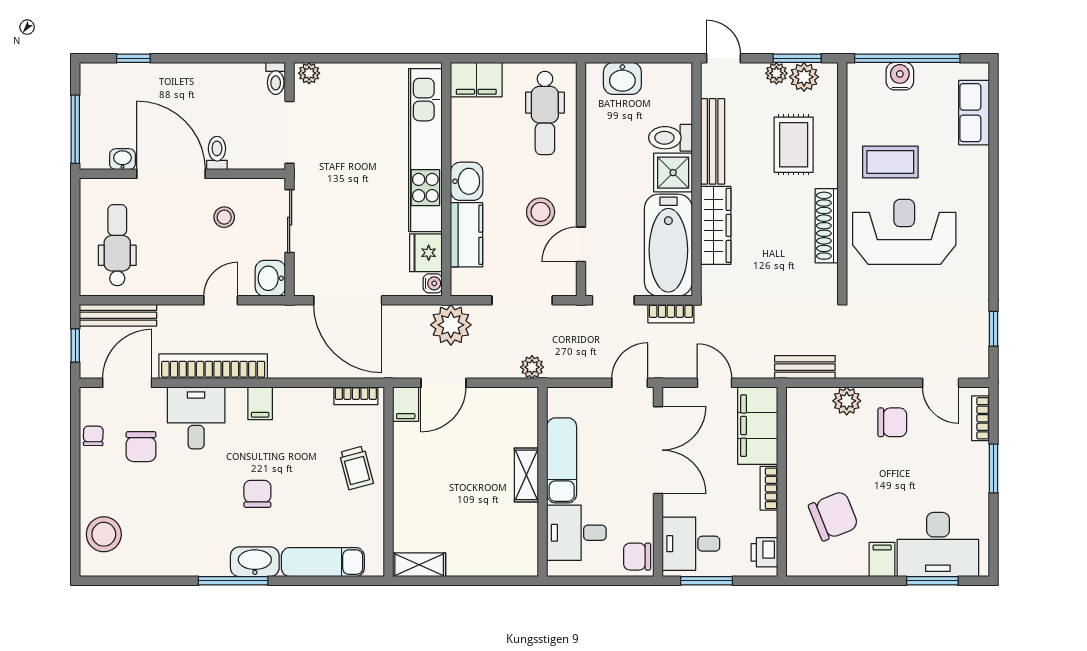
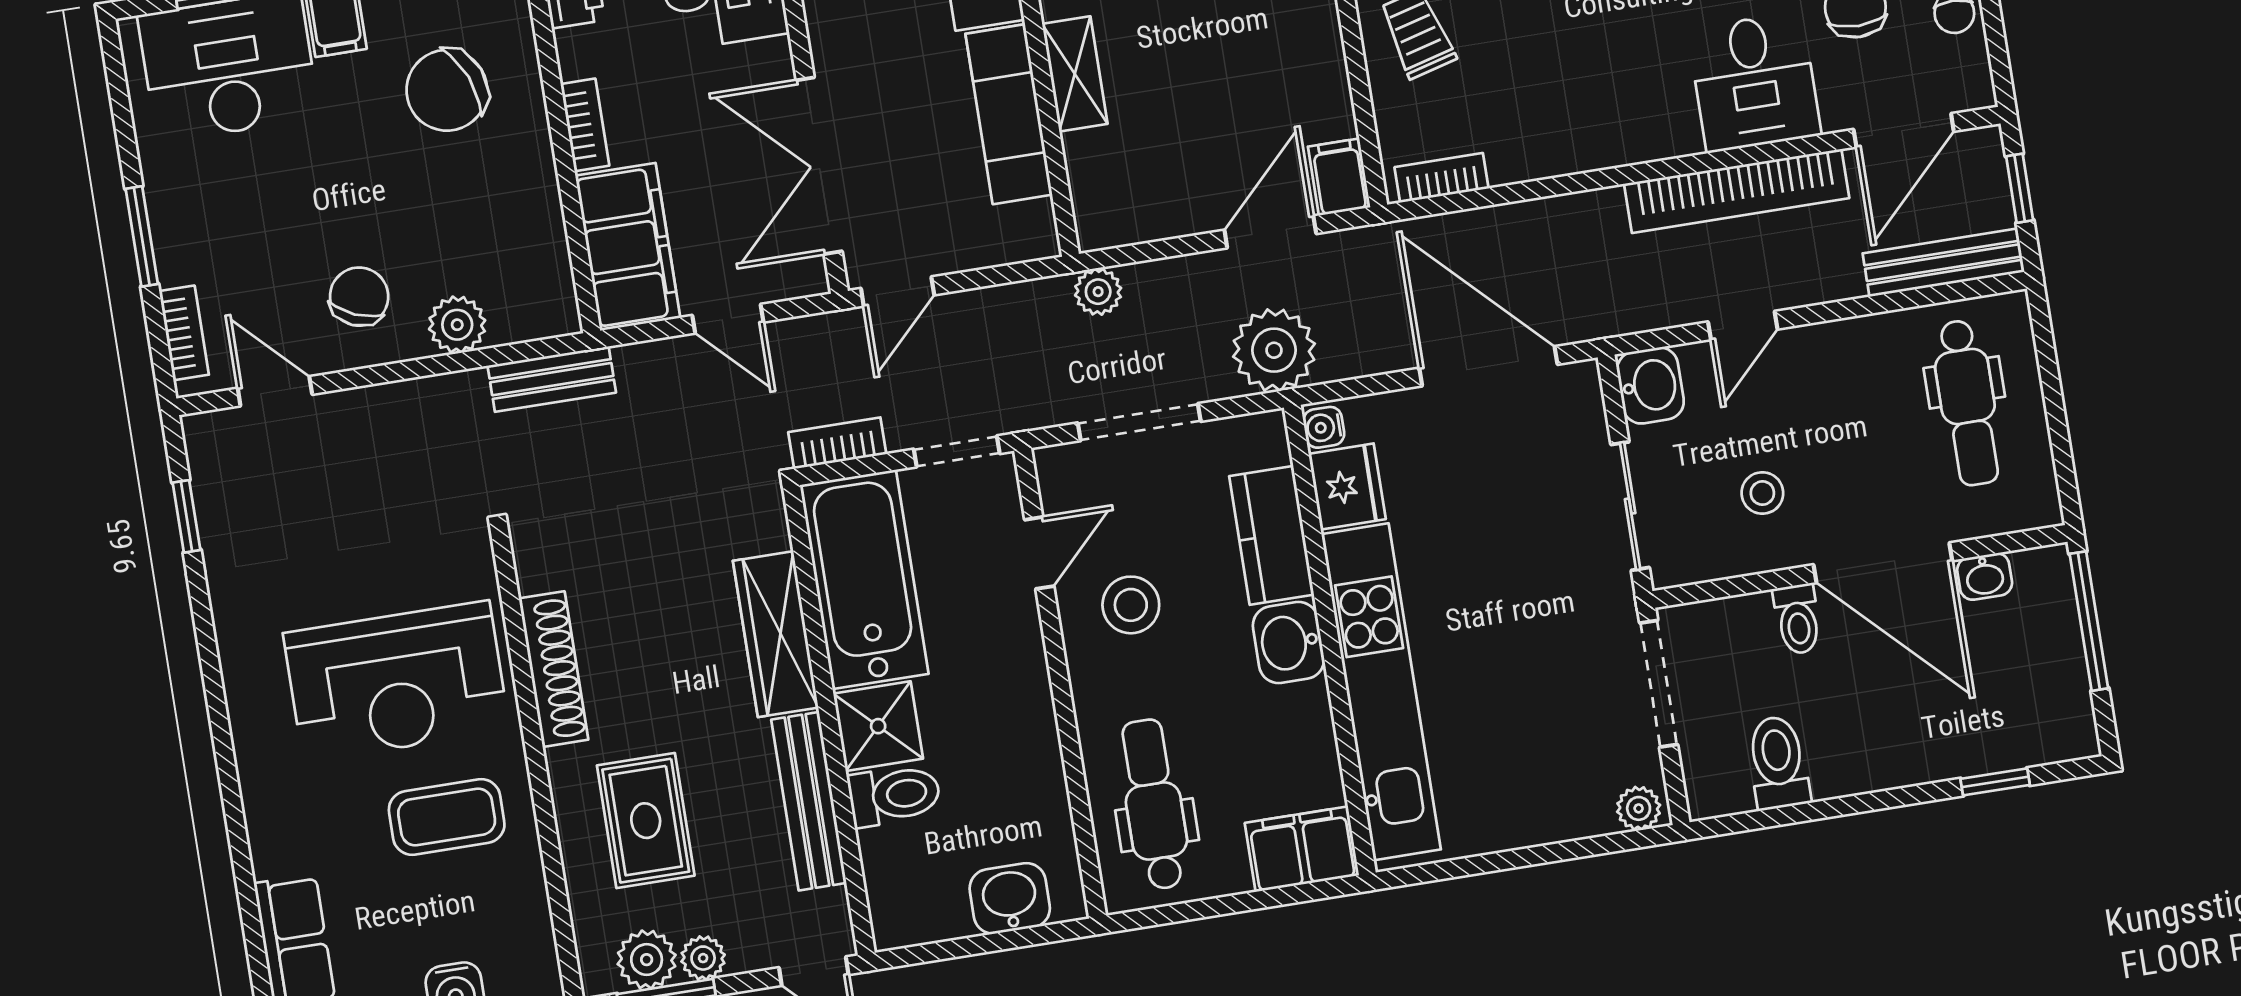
toilet: (276, 78) -> (1778, 763), moved, width x1.37, depth x1.39
filing cabinet: (260, 403) -> (1631, 132), removed
chair: (892, 422) -> (359, 297), turned 113

